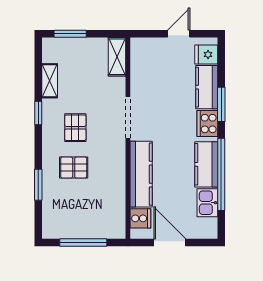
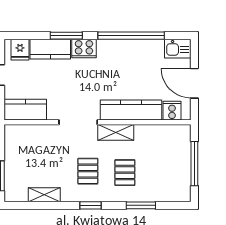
shelving: (117, 57) -> (116, 132), moved
window: (38, 113) -> (91, 205), moved
pallet: (75, 128) -> (88, 171), turned 90
kitchen counter: (206, 164) -> (25, 110), moved, turned 180
kitchen sink: (207, 203) -> (178, 49), moved
door: (170, 242) -> (194, 83), hinge flipped

